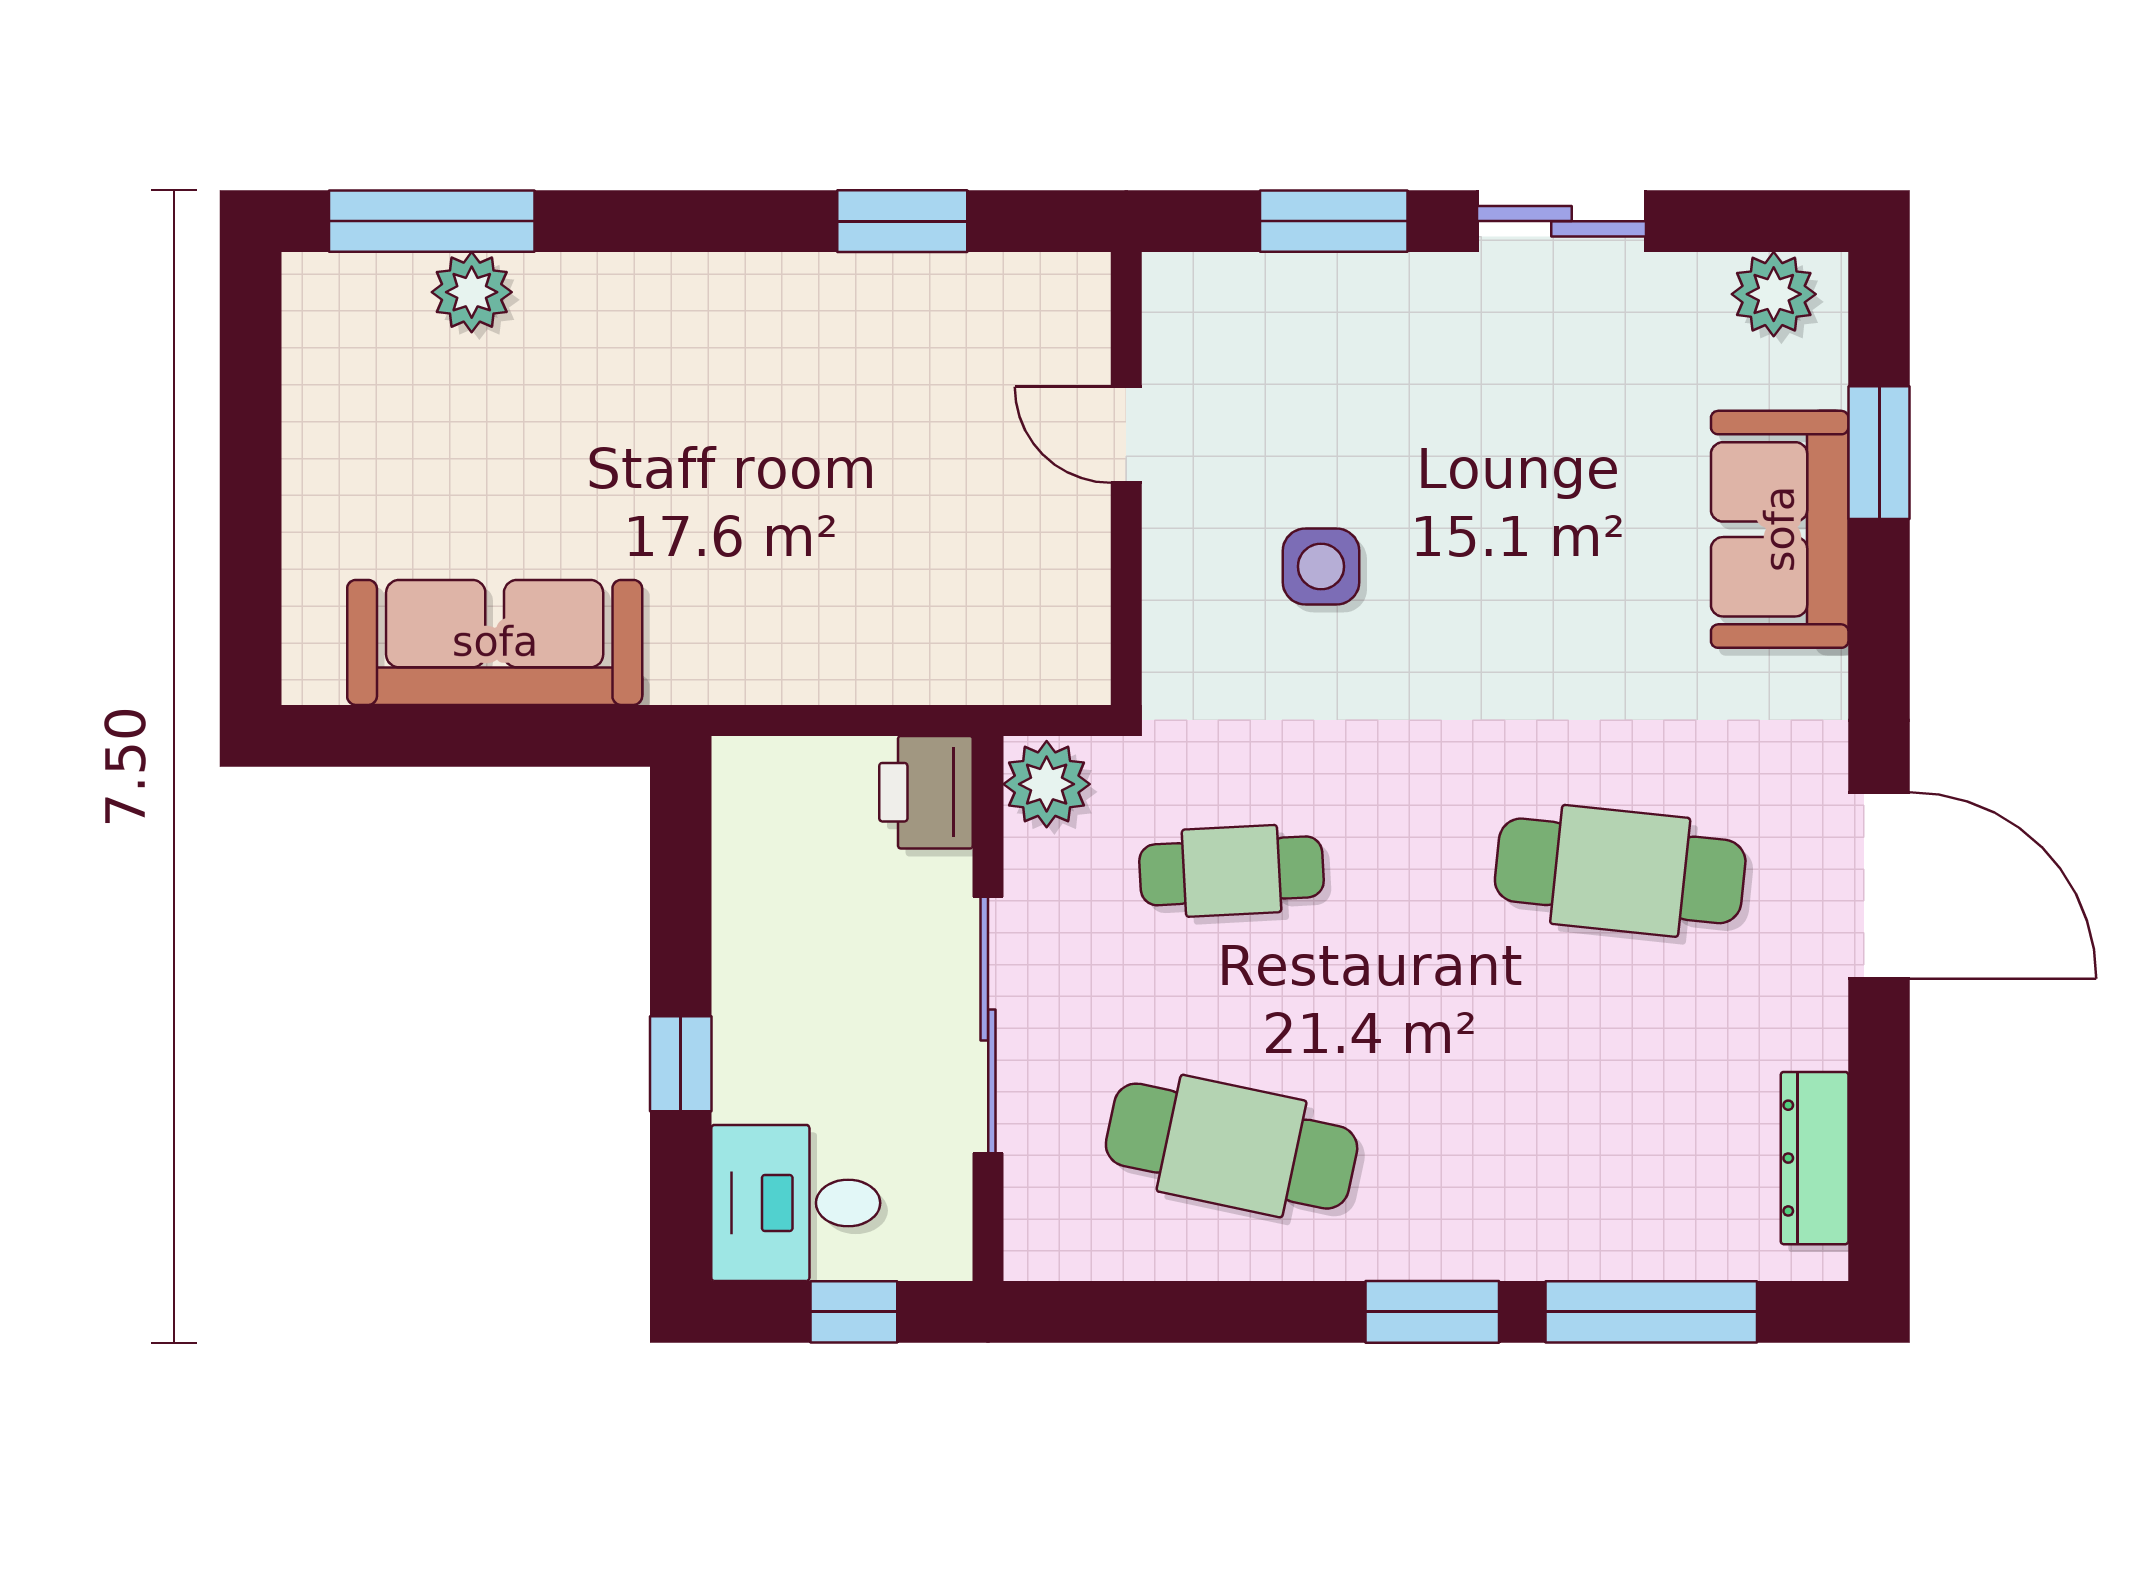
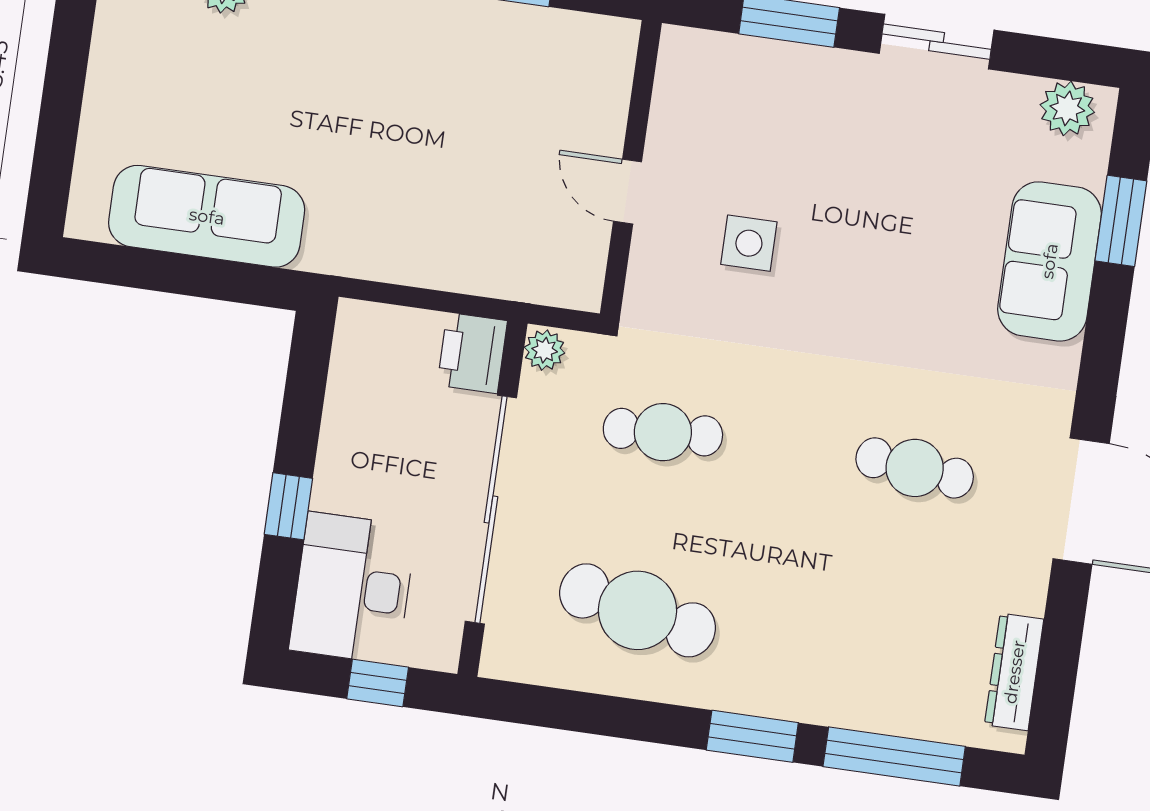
door: (1126, 435) -> (628, 192), moved
plant: (1047, 784) -> (545, 350), width x0.73, depth x0.73
cafe table: (1620, 871) -> (915, 468), width x0.73, depth x0.74
sliding door: (988, 1025) -> (491, 510), width x1.36
desk: (796, 1203) -> (353, 588), width x1.37

